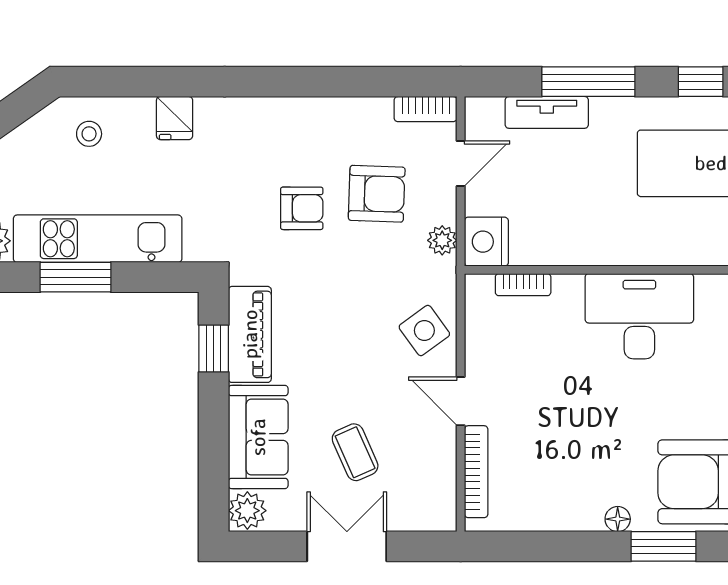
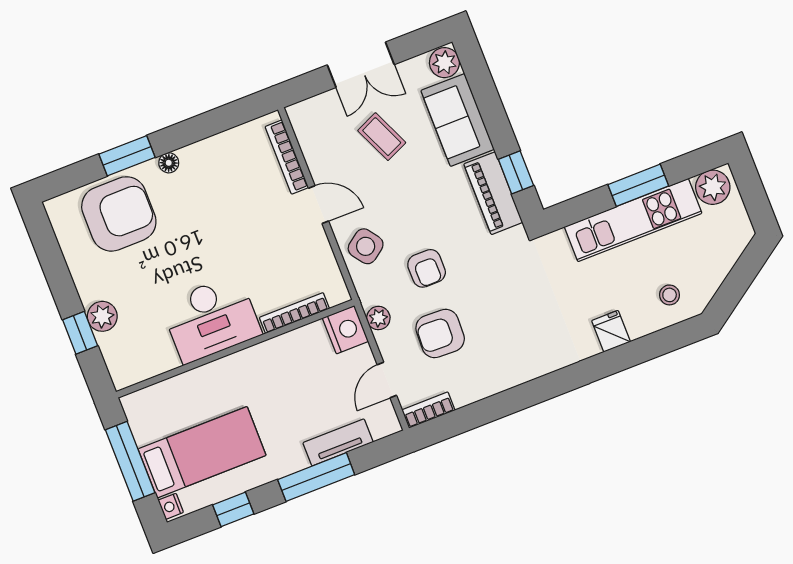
armchair: (302, 208) -> (427, 268), moved, turned -90
bookcase: (523, 285) -> (294, 313), width x1.56

